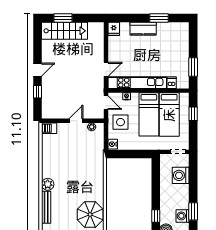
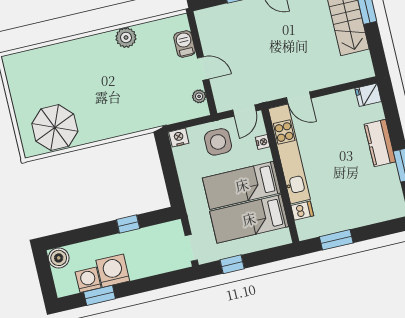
window: (193, 114) -> (232, 264), moved
barbecue: (49, 128) -> (184, 44), moved
washing machine: (181, 175) -> (113, 271), moved
plant: (48, 184) -> (126, 38), moved
bench: (46, 207) -> (50, 53), removed
window: (156, 216) -> (128, 224), moved

